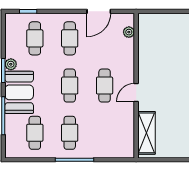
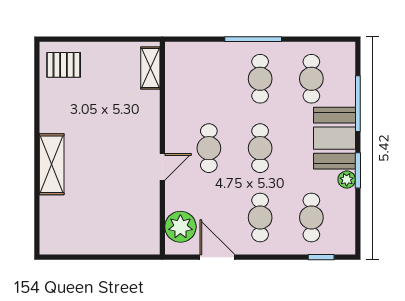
door: (99, 11) -> (217, 257), hinge flipped
plant: (129, 32) -> (180, 227), width x1.87, depth x1.87
door: (136, 93) -> (162, 167), moved
shelving: (146, 133) -> (150, 68), width x0.67, depth x0.75

